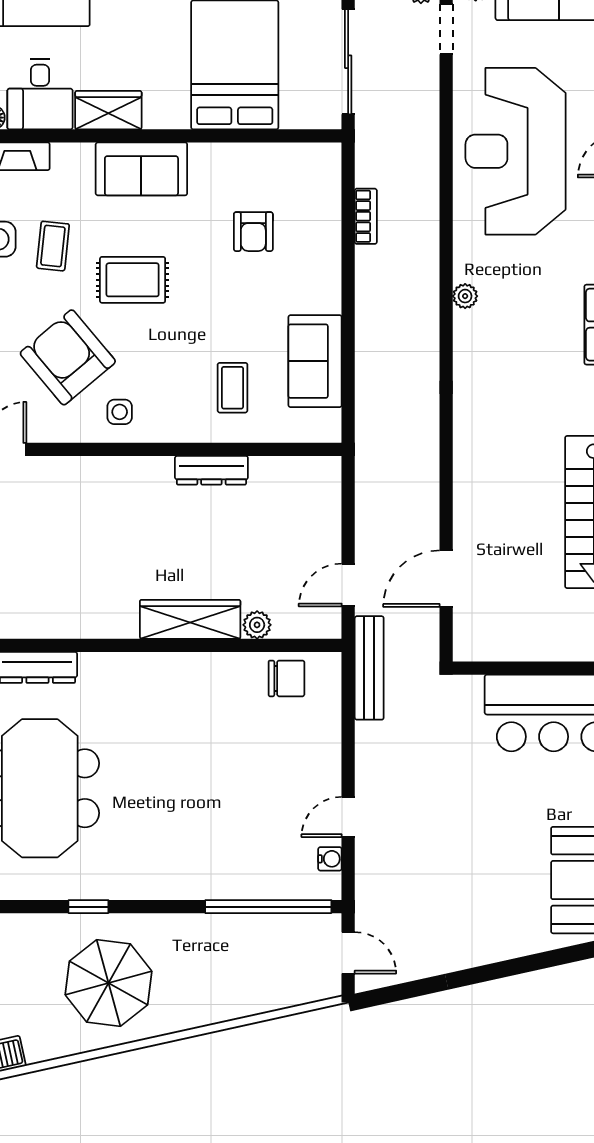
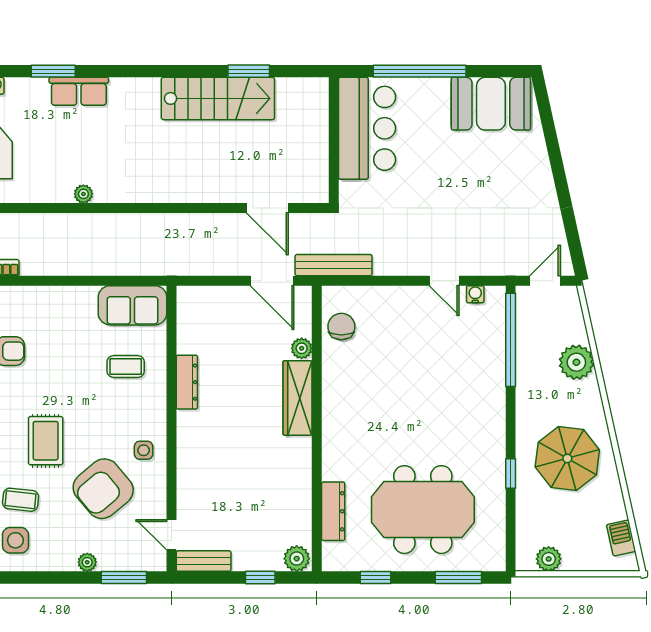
plant: (465, 296) -> (83, 194), moved
sofa: (315, 361) -> (132, 305), moved
door: (348, 585) -> (272, 281), width x1.38
plant: (238, 995) -> (576, 362), added

